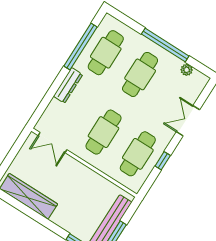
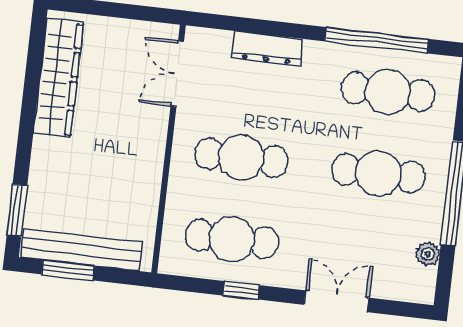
dresser: (68, 85) -> (267, 49), moved

